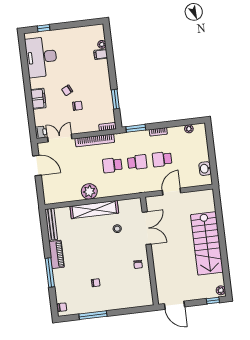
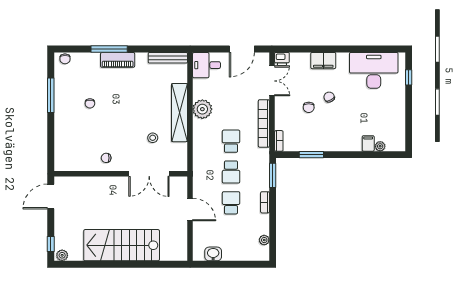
desk: (53, 192) -> (207, 65), added
piano: (57, 254) -> (118, 60), moved

